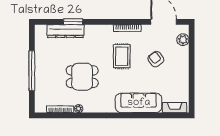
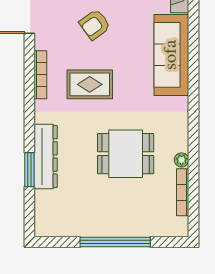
dresser: (66, 31) -> (46, 156), moved
dining table: (82, 77) -> (126, 154), turned 90

